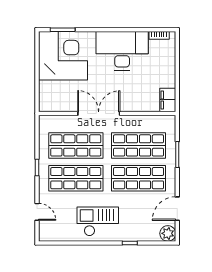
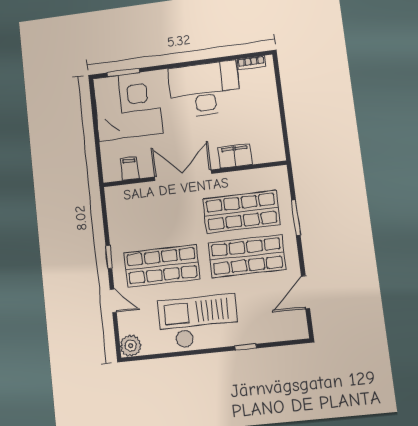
filing cabinet: (168, 100) -> (235, 156), moved, turned 90
filing cabinet: (60, 104) -> (130, 169), added
shop shelf: (76, 145) -> (157, 222), removed
door: (37, 212) -> (113, 301), moved
checkout: (98, 221) -> (198, 322), width x1.36, depth x1.21
plant: (168, 233) -> (131, 346), moved

